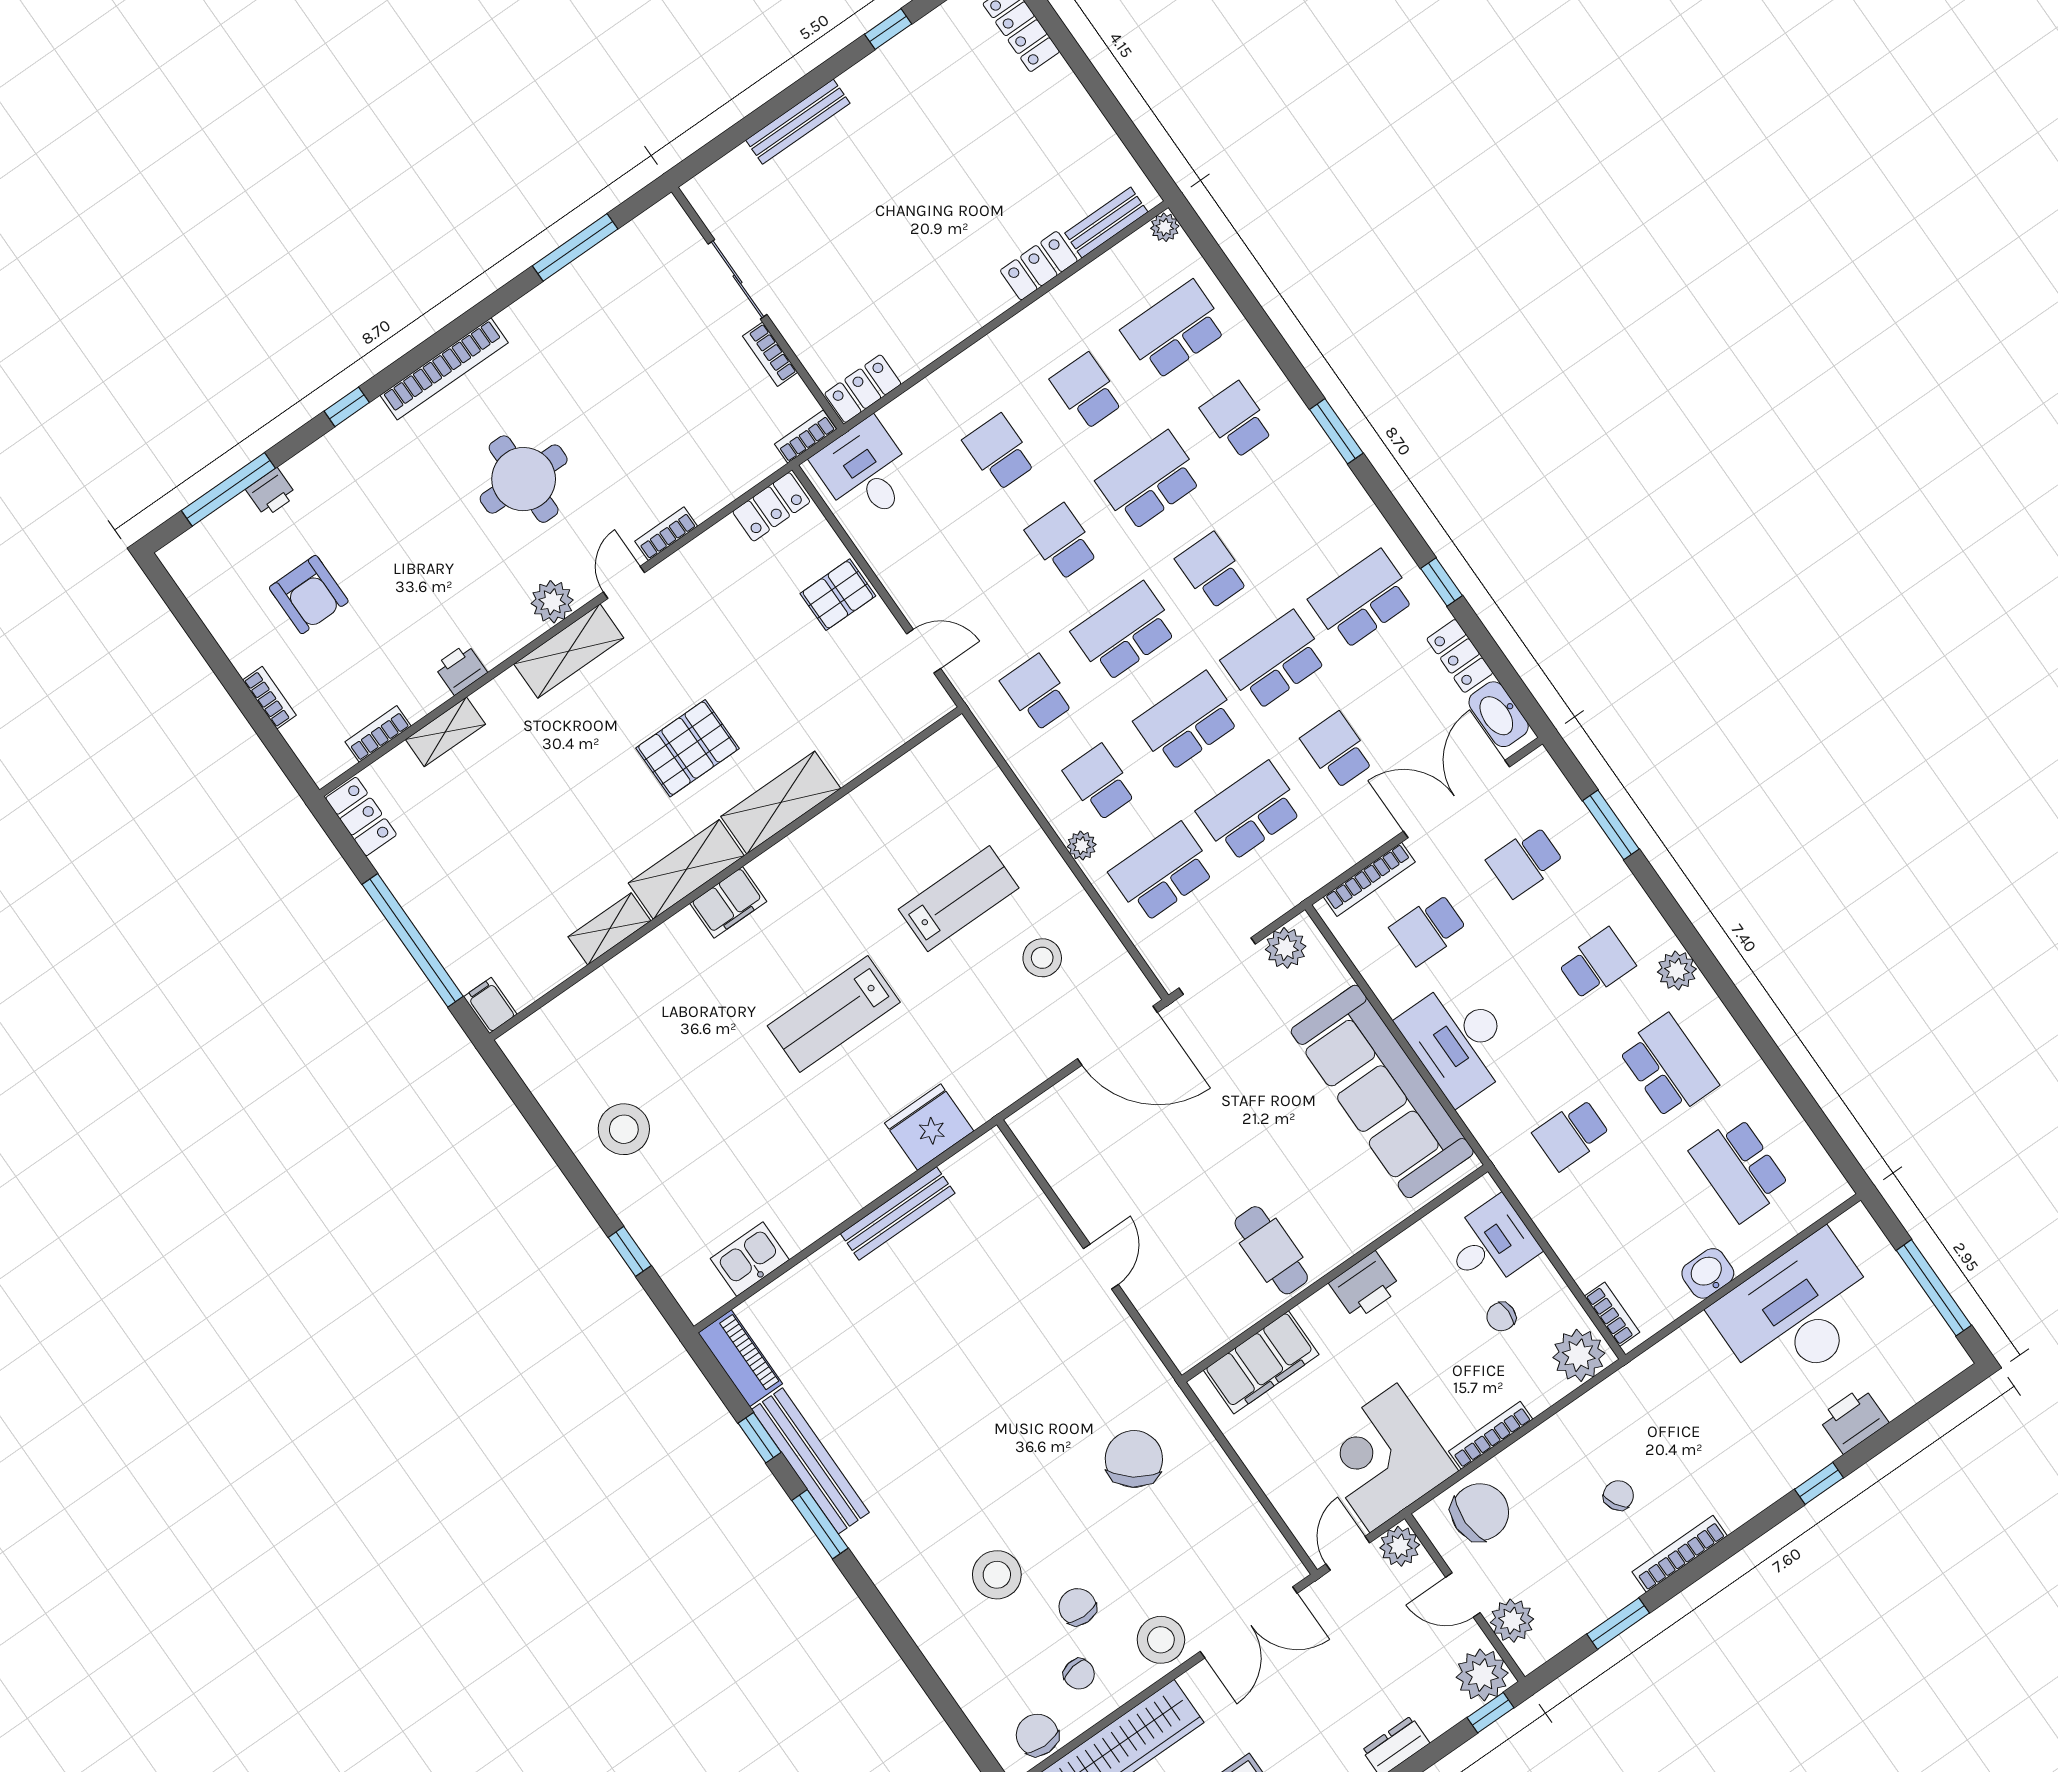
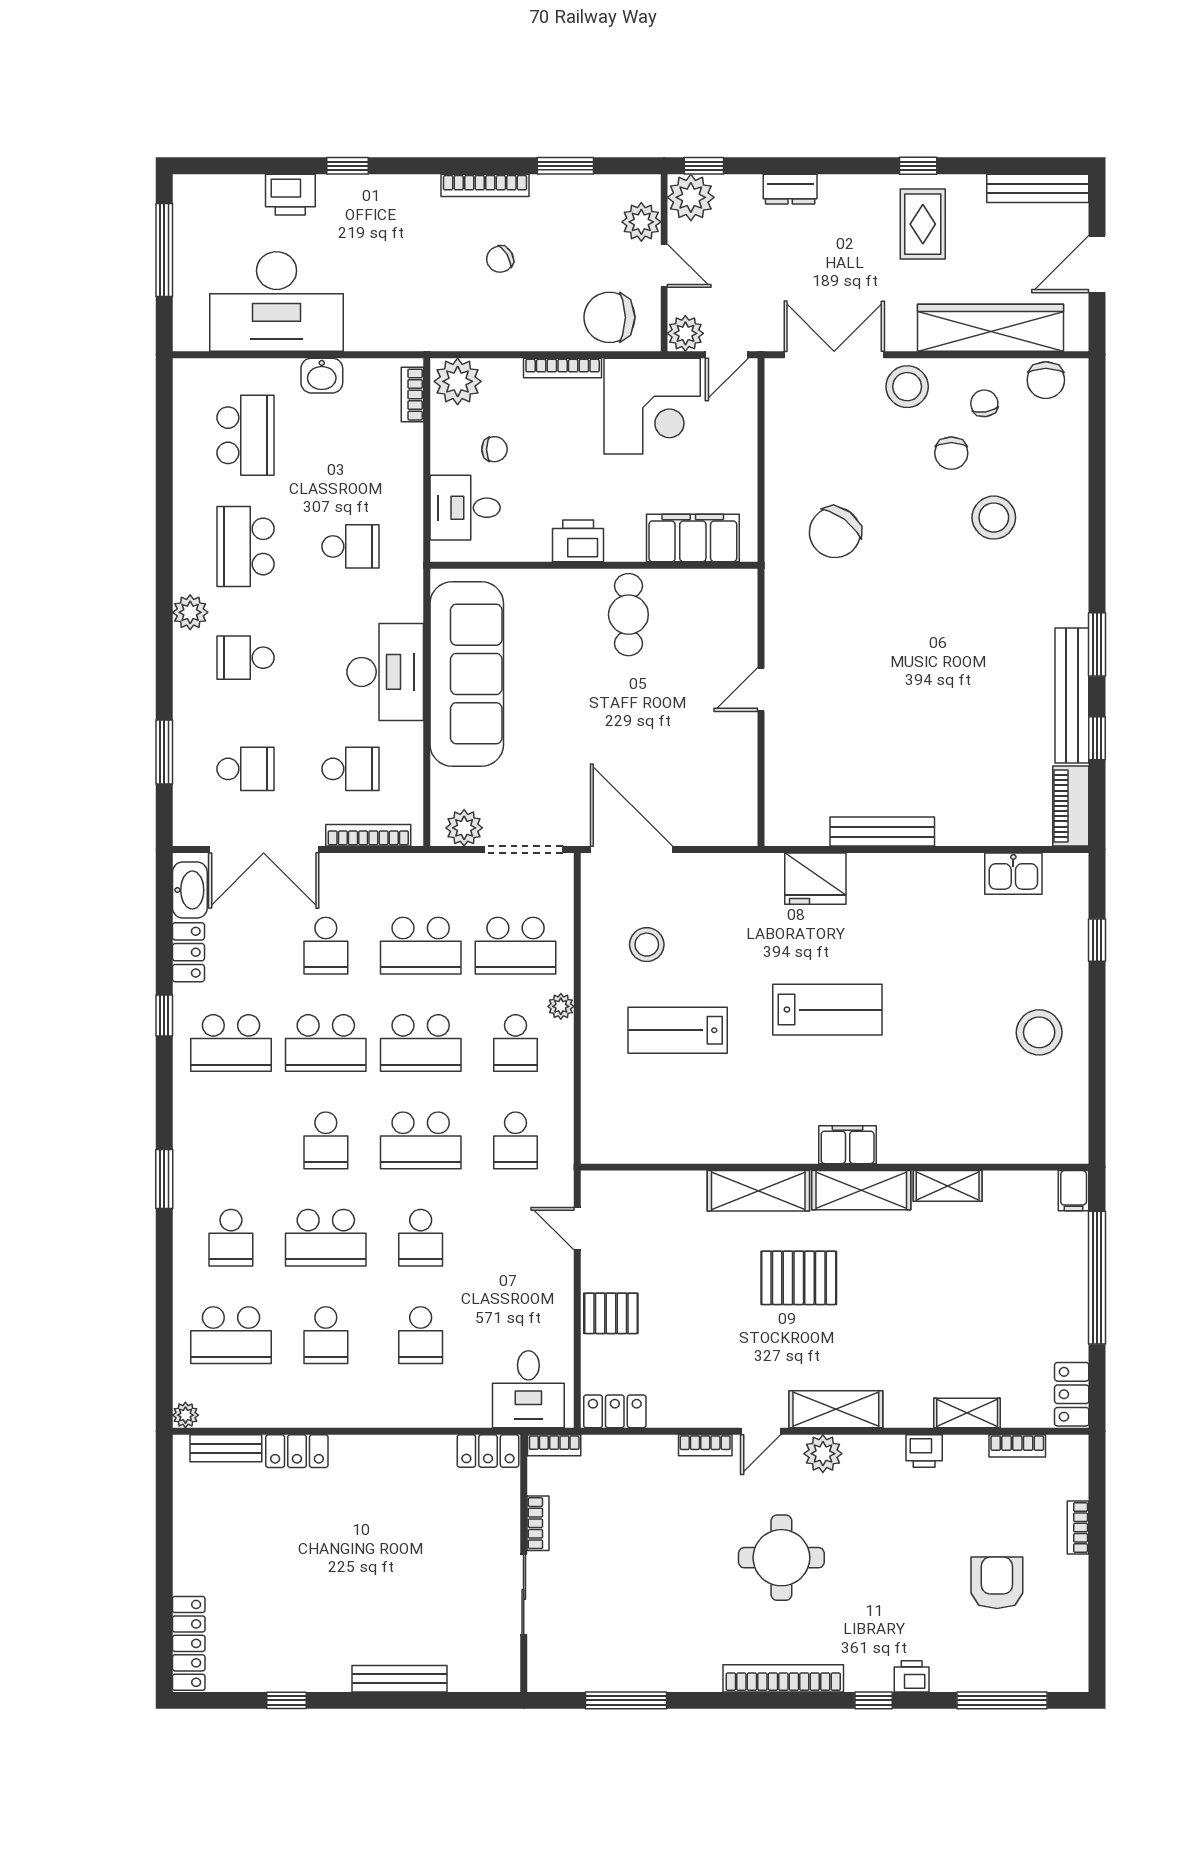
printer: (271, 492) -> (912, 1676), moved

